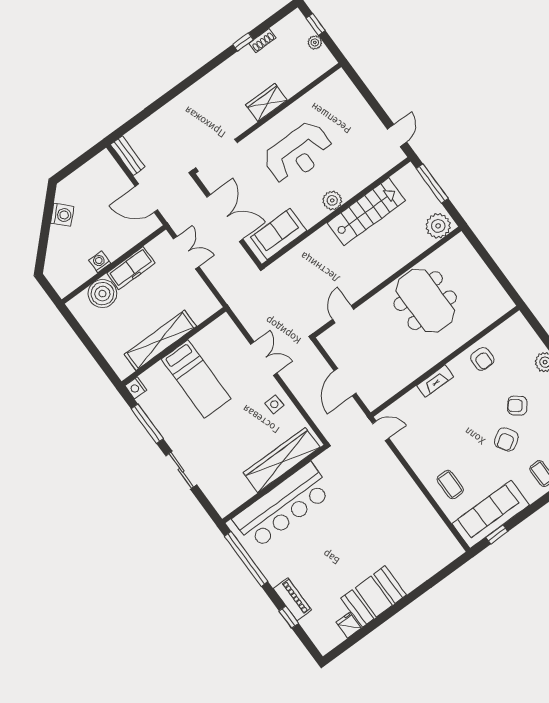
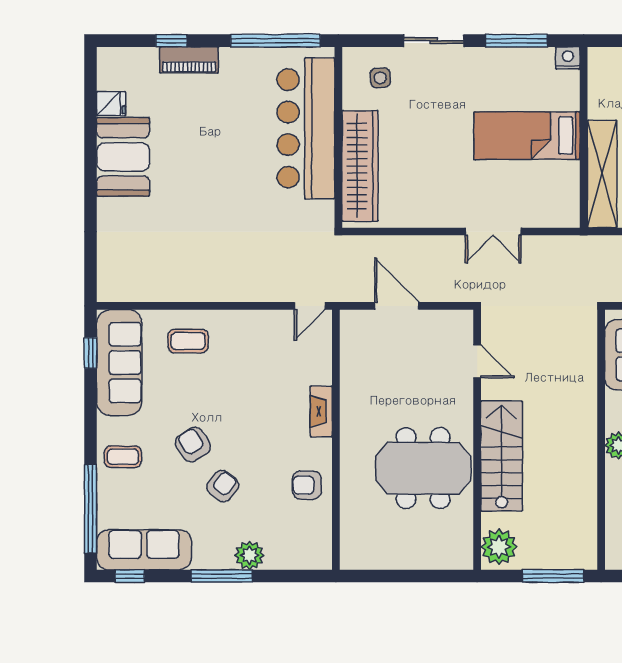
stairs: (366, 212) -> (502, 456), moved, turned 180
shelving: (160, 340) -> (602, 174), moved
side table: (274, 404) -> (380, 78), moved

